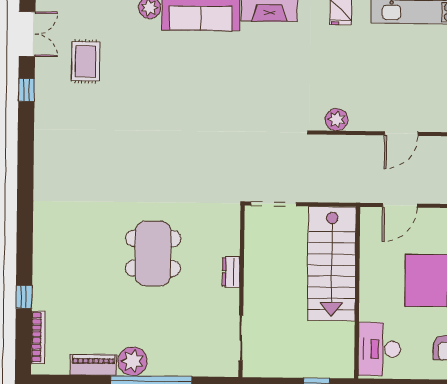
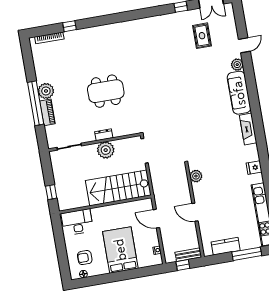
rug: (86, 61) -> (202, 36), turned 90
plant: (259, 274) -> (106, 150), added
piano: (93, 365) -> (47, 112), moved

